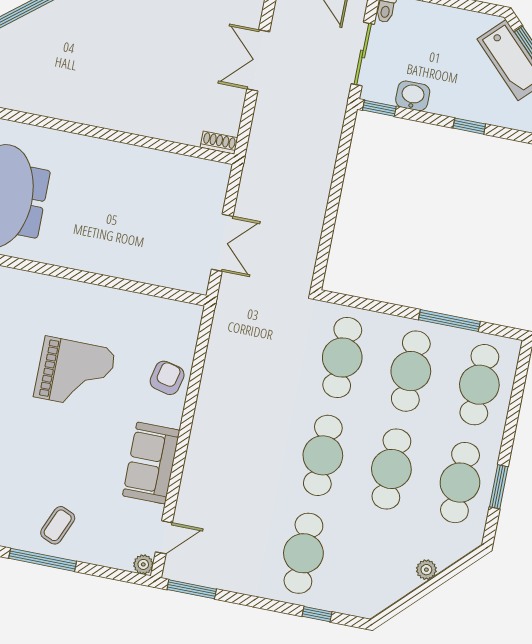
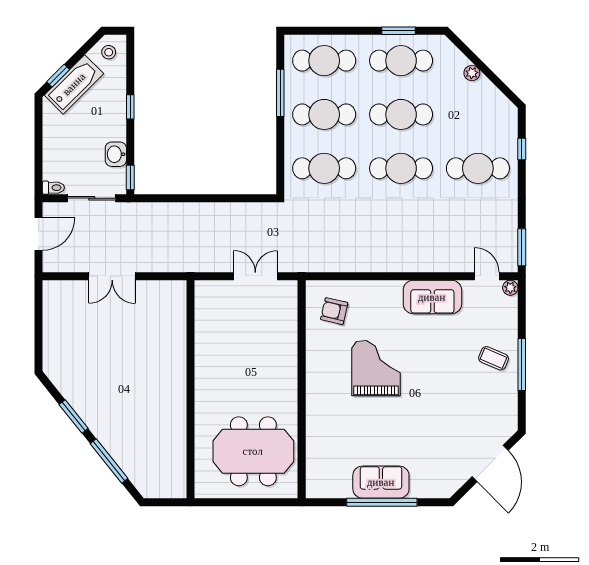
shoe rack: (219, 143) -> (180, 294), removed
armchair: (167, 378) -> (334, 311), moved

